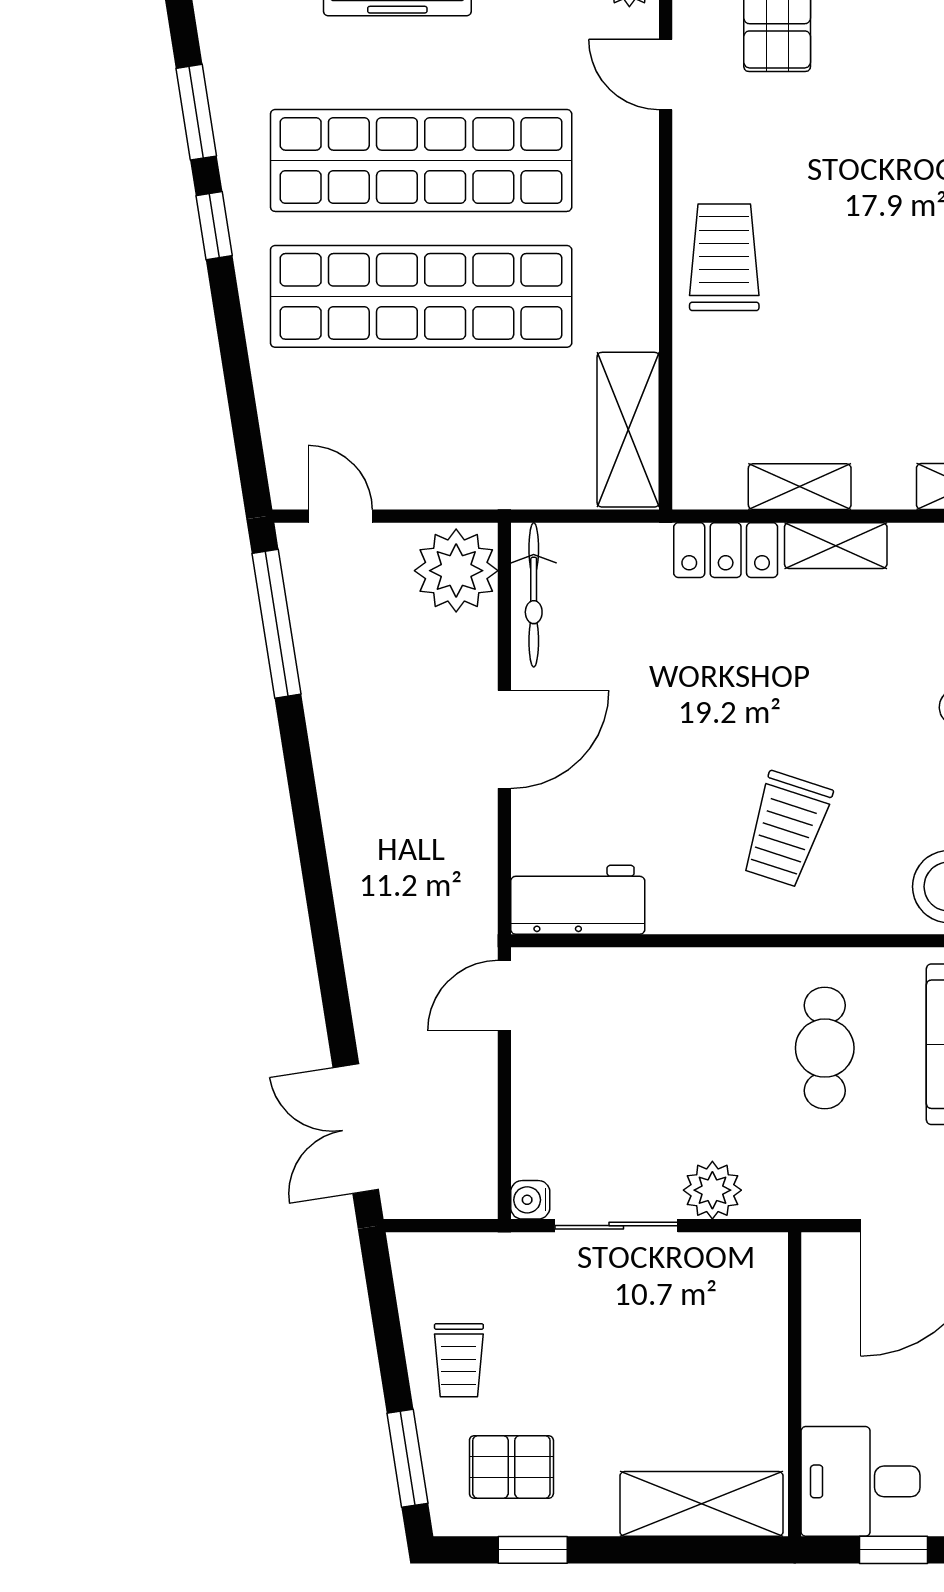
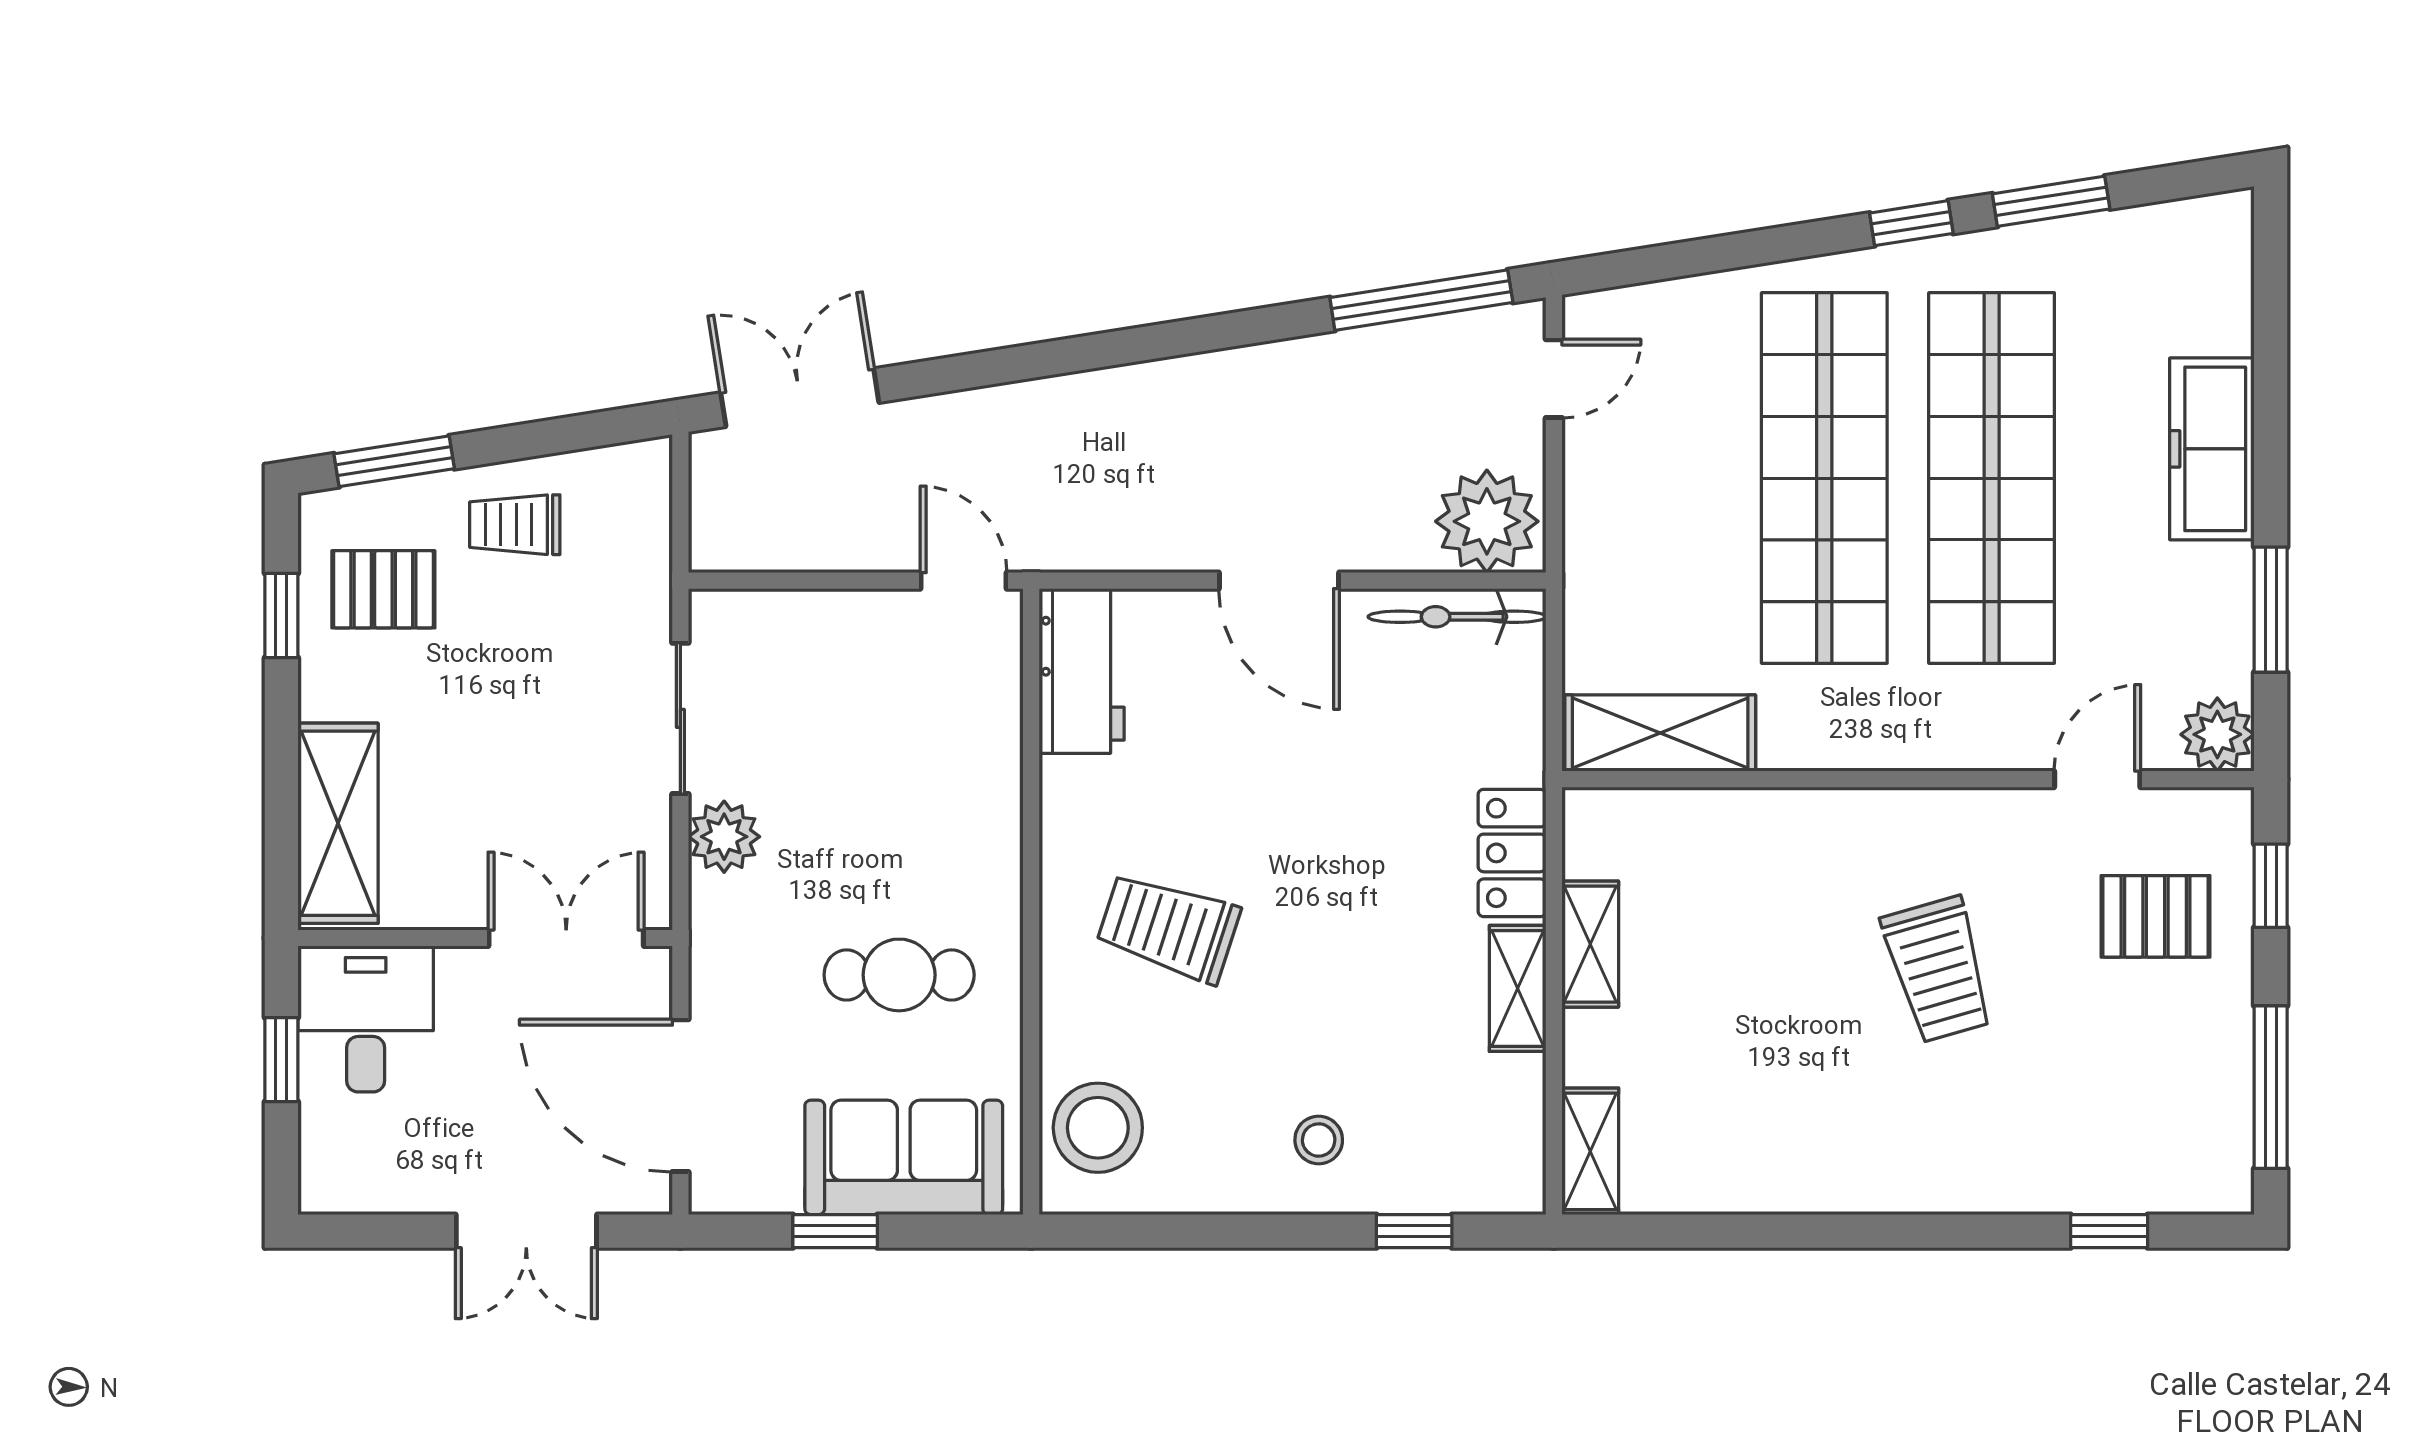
trolley: (724, 257) -> (1938, 970), moved, turned 74
water cooler: (530, 1200) -> (712, 612), removed
double door: (795, 1319) -> (566, 938), added
pallet: (511, 1467) -> (383, 589), turned 90

